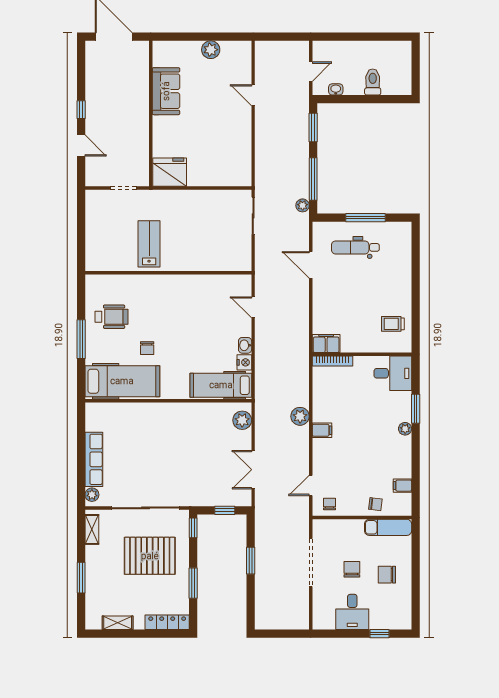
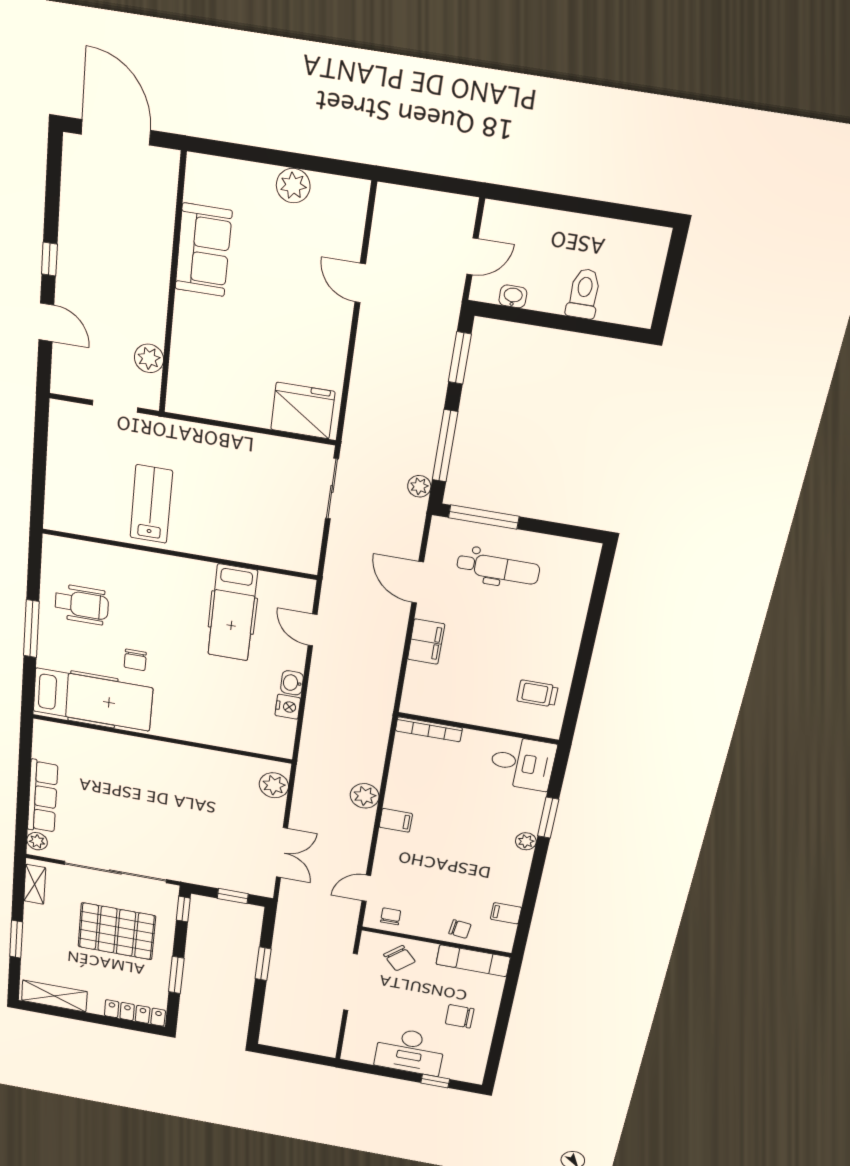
plant: (141, 157) -> (149, 358), added
fridge: (170, 172) -> (303, 411), moved
window: (366, 218) -> (484, 517), moved
dental chair: (355, 247) -> (498, 568), turned 180
filing cabinet: (326, 344) -> (426, 642), moved, turned 90
hospital bed: (221, 385) -> (233, 613), moved, turned -90
double door: (253, 470) -> (282, 853), swing flipped
chair: (352, 569) -> (399, 958), moved, turned 138
desk: (352, 612) -> (410, 1051), width x1.37
shelving: (118, 623) -> (54, 996), width x1.50, depth x1.33

